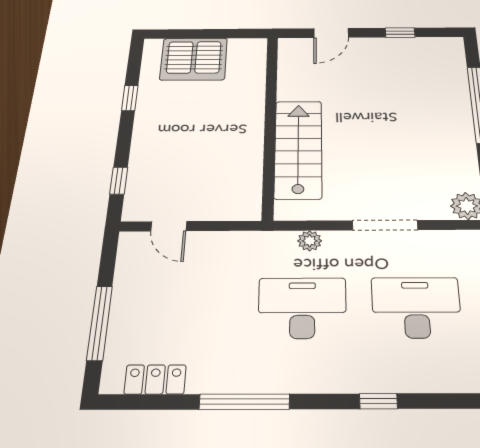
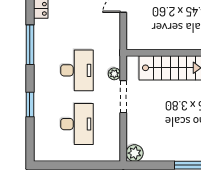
doorway: (385, 225) -> (123, 97), moved
window: (378, 401) -> (30, 104), width x1.50

